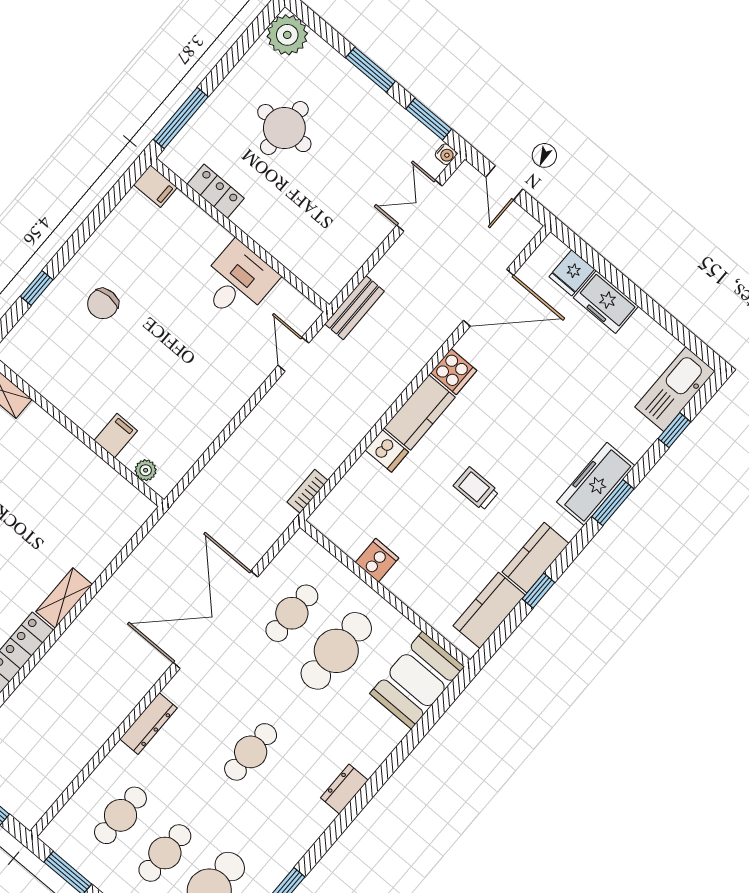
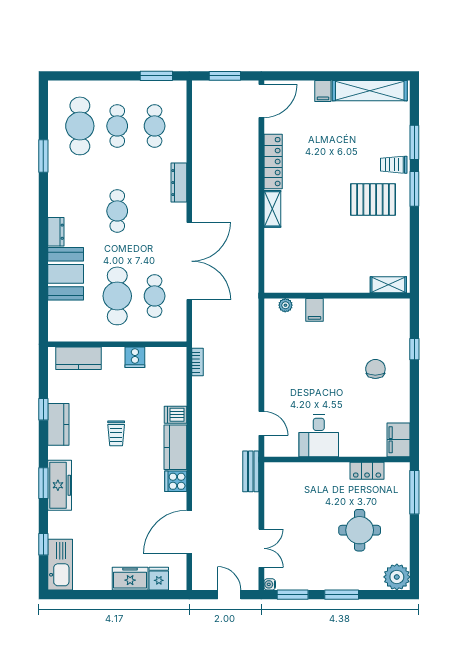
filing cabinet: (155, 186) -> (399, 440), width x2.00
trolley: (476, 489) -> (116, 433), turned 90
kitchen counter: (489, 610) -> (79, 358), moved, turned 90
booth: (417, 680) -> (66, 274), moved

